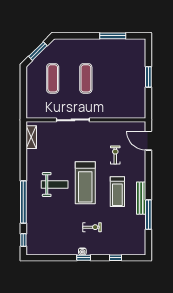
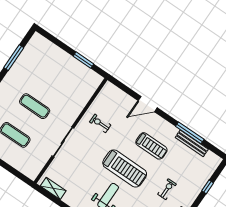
window: (148, 77) -> (83, 60), moved
door: (148, 141) -> (148, 104), moved
exercise bike: (115, 155) -> (100, 123), moved
bench: (141, 198) -> (192, 143), moved

